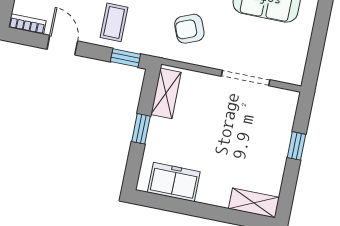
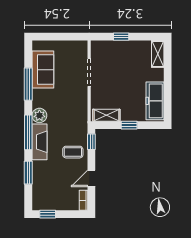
armchair: (189, 29) -> (68, 109), removed
freezer: (174, 182) -> (155, 101), width x1.40

